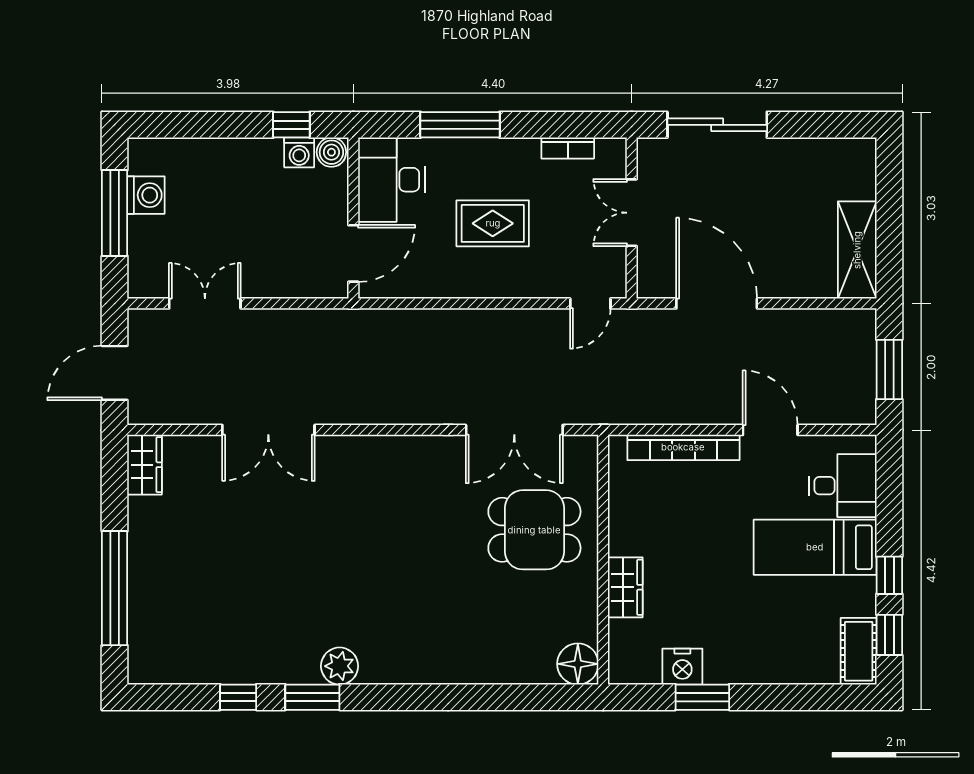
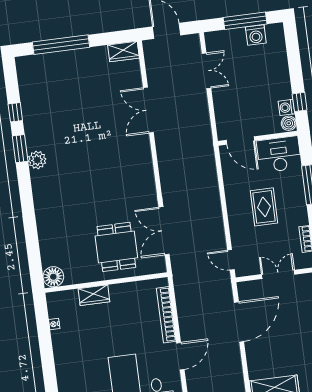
nightstand: (682, 667) -> (54, 324), width x0.53, depth x0.56
window: (702, 697) -> (45, 340), removed

